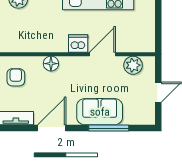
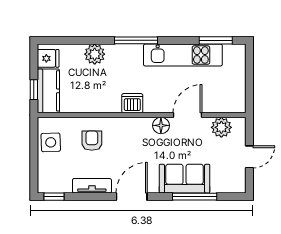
dishwasher: (78, 43) -> (132, 103), moved
floor lamp: (51, 64) -> (161, 125), moved

